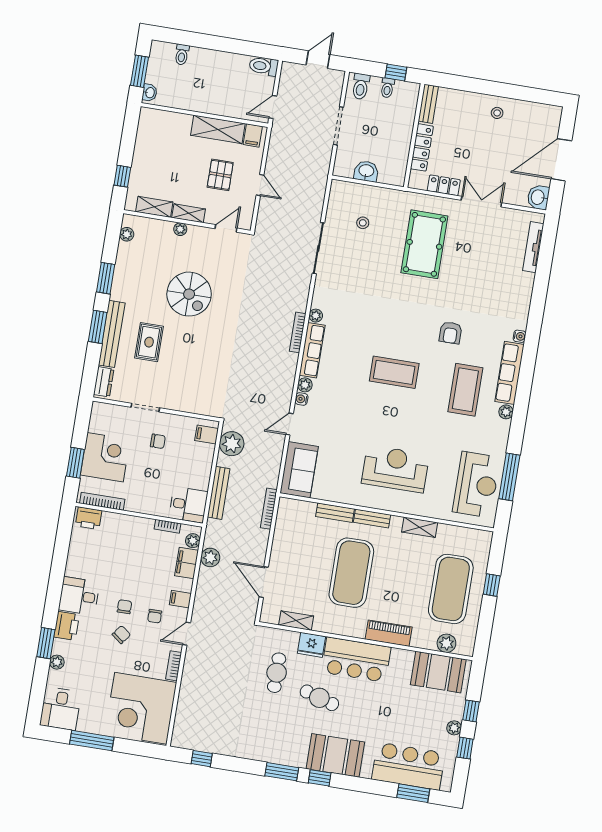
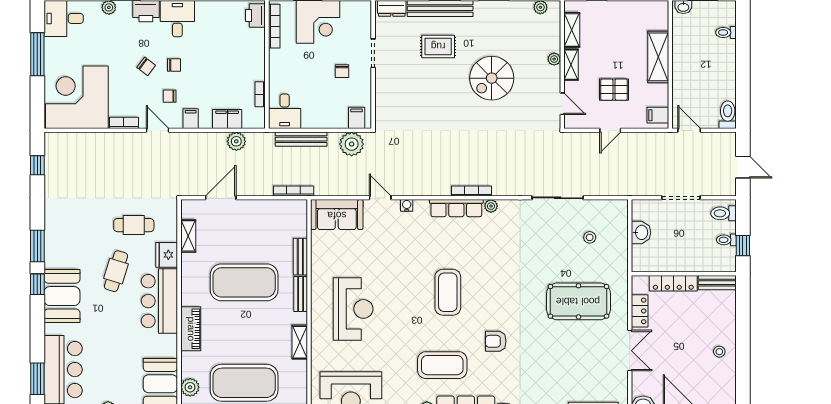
shelving: (218, 129) -> (658, 57), moved
plant: (305, 385) -> (421, 207), removed
plant: (193, 541) -> (250, 121), removed

